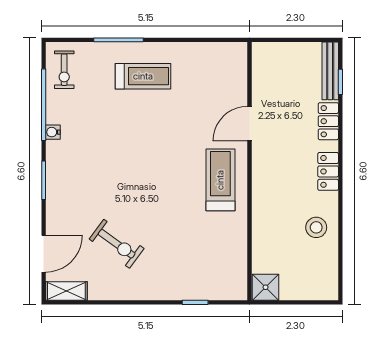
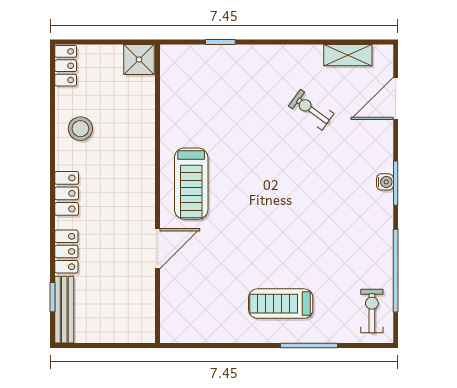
water cooler: (53, 132) -> (385, 182), moved
exercise bike: (117, 244) -> (311, 110), width x0.73, depth x0.72
locker: (329, 282) -> (66, 66), added
shelving: (66, 291) -> (348, 55), moved

